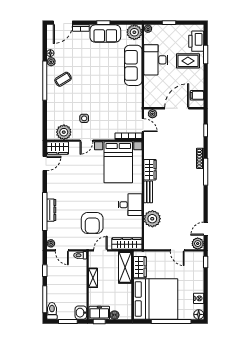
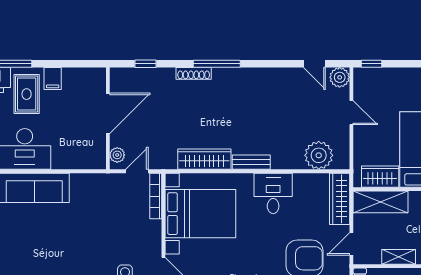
filing cabinet: (197, 95) -> (53, 79), moved
door: (177, 108) -> (108, 113), swing flipped
wardrobe: (150, 170) -> (204, 159), width x1.50
plant: (152, 219) -> (319, 155), moved
door: (101, 250) -> (351, 244), hinge flipped
door: (177, 250) -> (351, 113), hinge flipped

